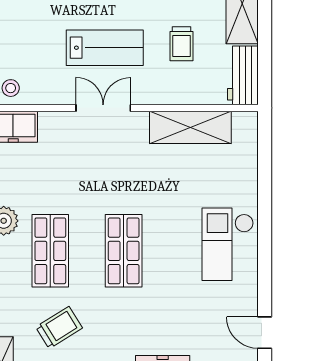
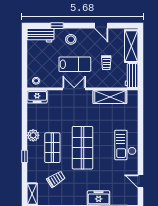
shop shelf: (124, 251) -> (82, 148), width x1.43, depth x1.36

